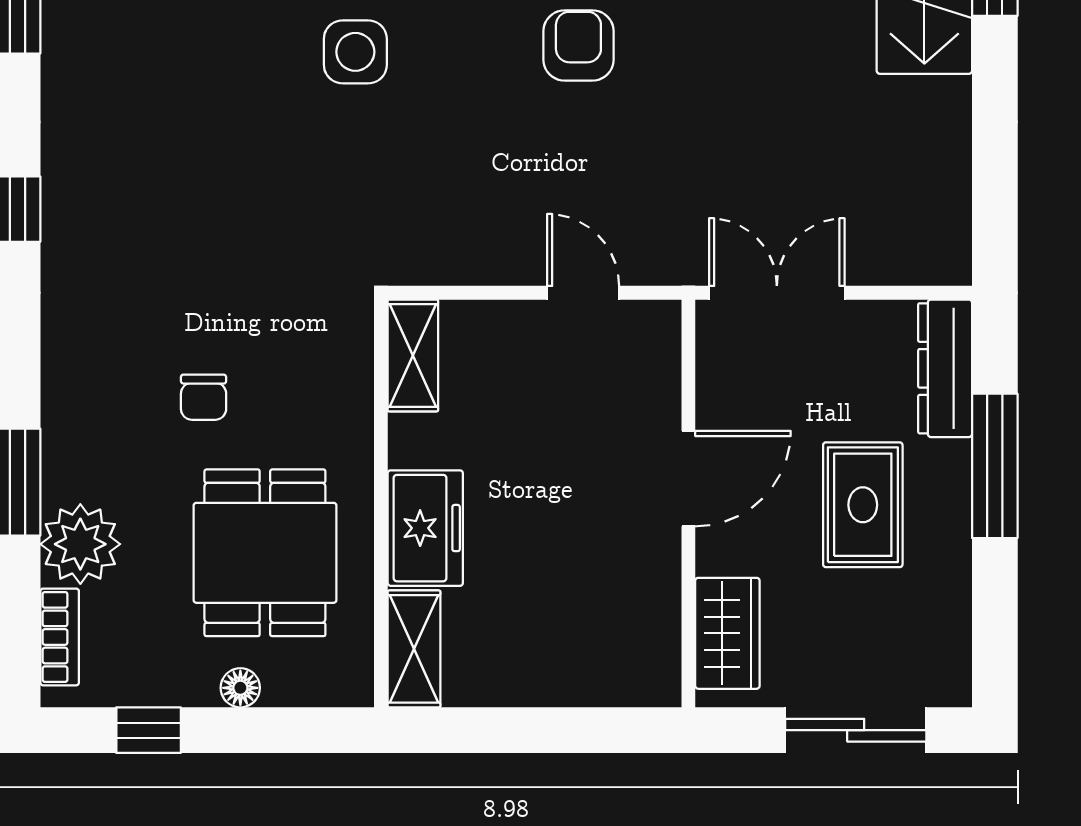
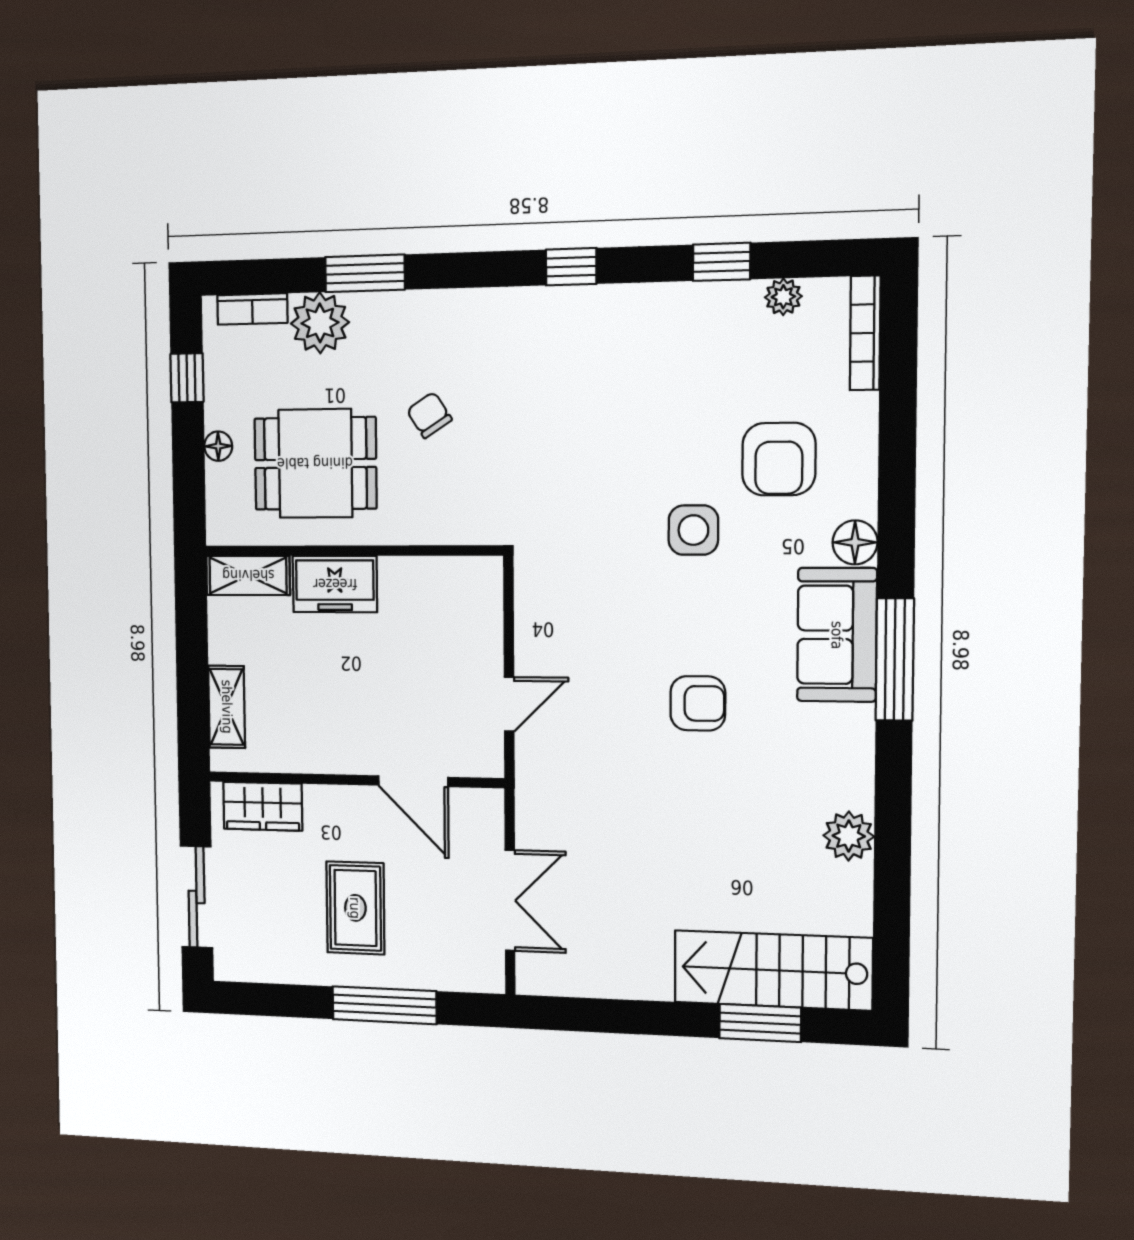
double door: (777, 293) -> (510, 900), moved
shelving: (413, 356) -> (227, 707), moved, turned 90
dresser: (945, 368) -> (455, 972), removed
chair: (204, 397) -> (429, 415), turned 57
door: (688, 479) -> (413, 781), moved
rug: (863, 505) -> (355, 908), turned 90

